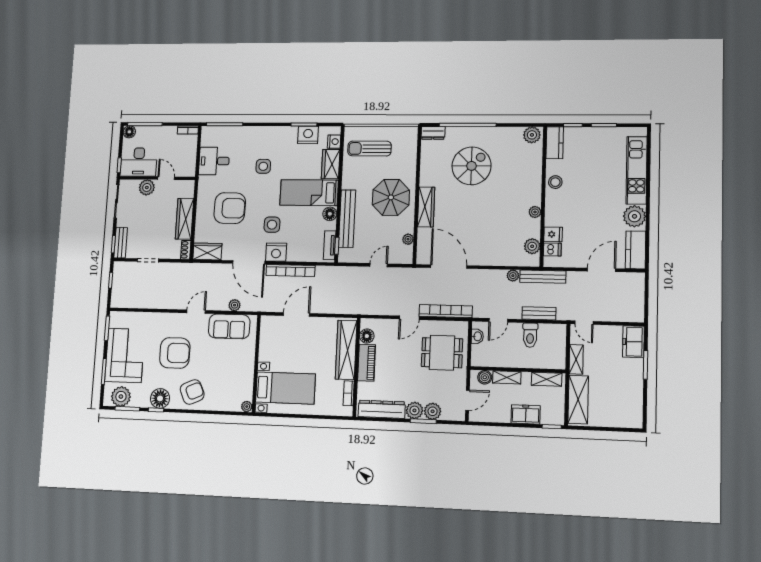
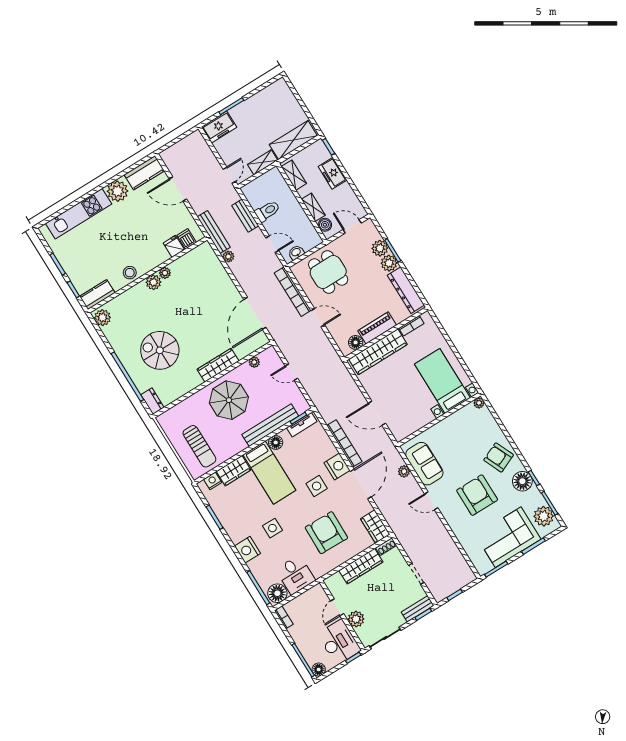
nightstand: (308, 135) -> (247, 550), moved
floor lamp: (210, 137) -> (277, 593), added
plant: (532, 246) -> (153, 282), moved

